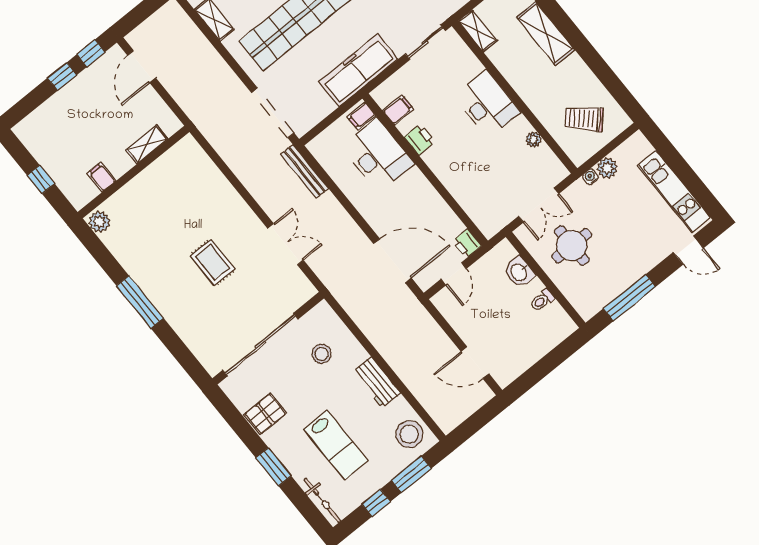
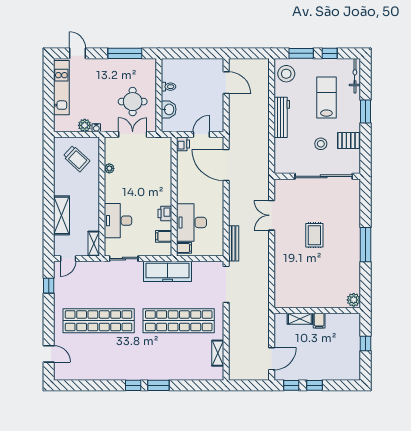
desk: (487, 104) -> (118, 221), moved
filing cabinet: (102, 177) -> (319, 321), moved
stool: (322, 354) -> (321, 144), moved
workbench: (377, 383) -> (282, 117), width x1.37

